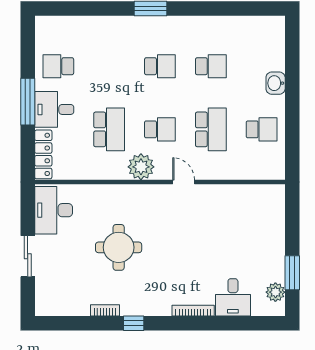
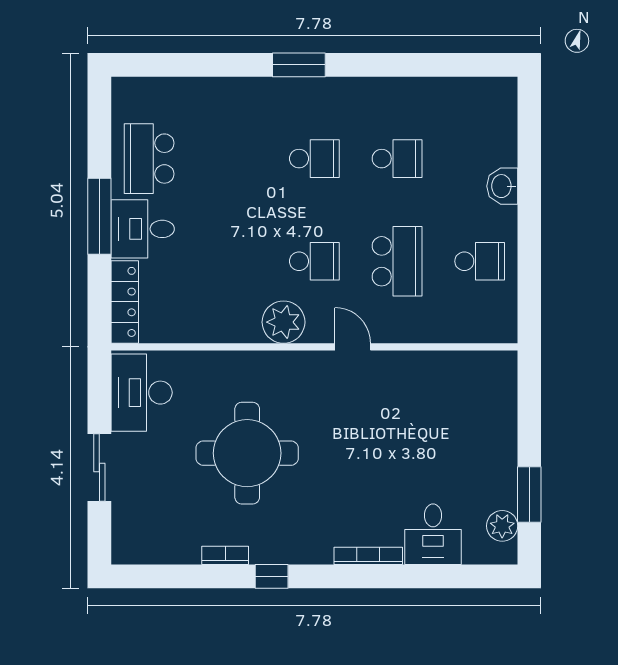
school desk: (58, 66) -> (149, 159), width x1.85
school desk: (109, 129) -> (232, 261), removed
round table: (119, 247) -> (247, 453), width x1.36, depth x1.36

